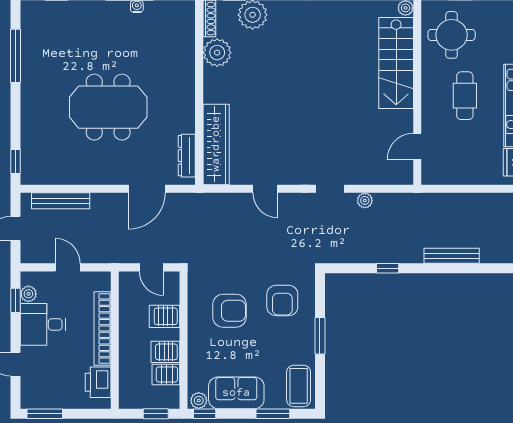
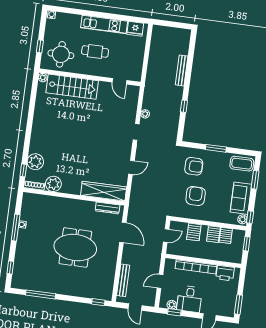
meeting table: (108, 107) -> (75, 247), turned 90

